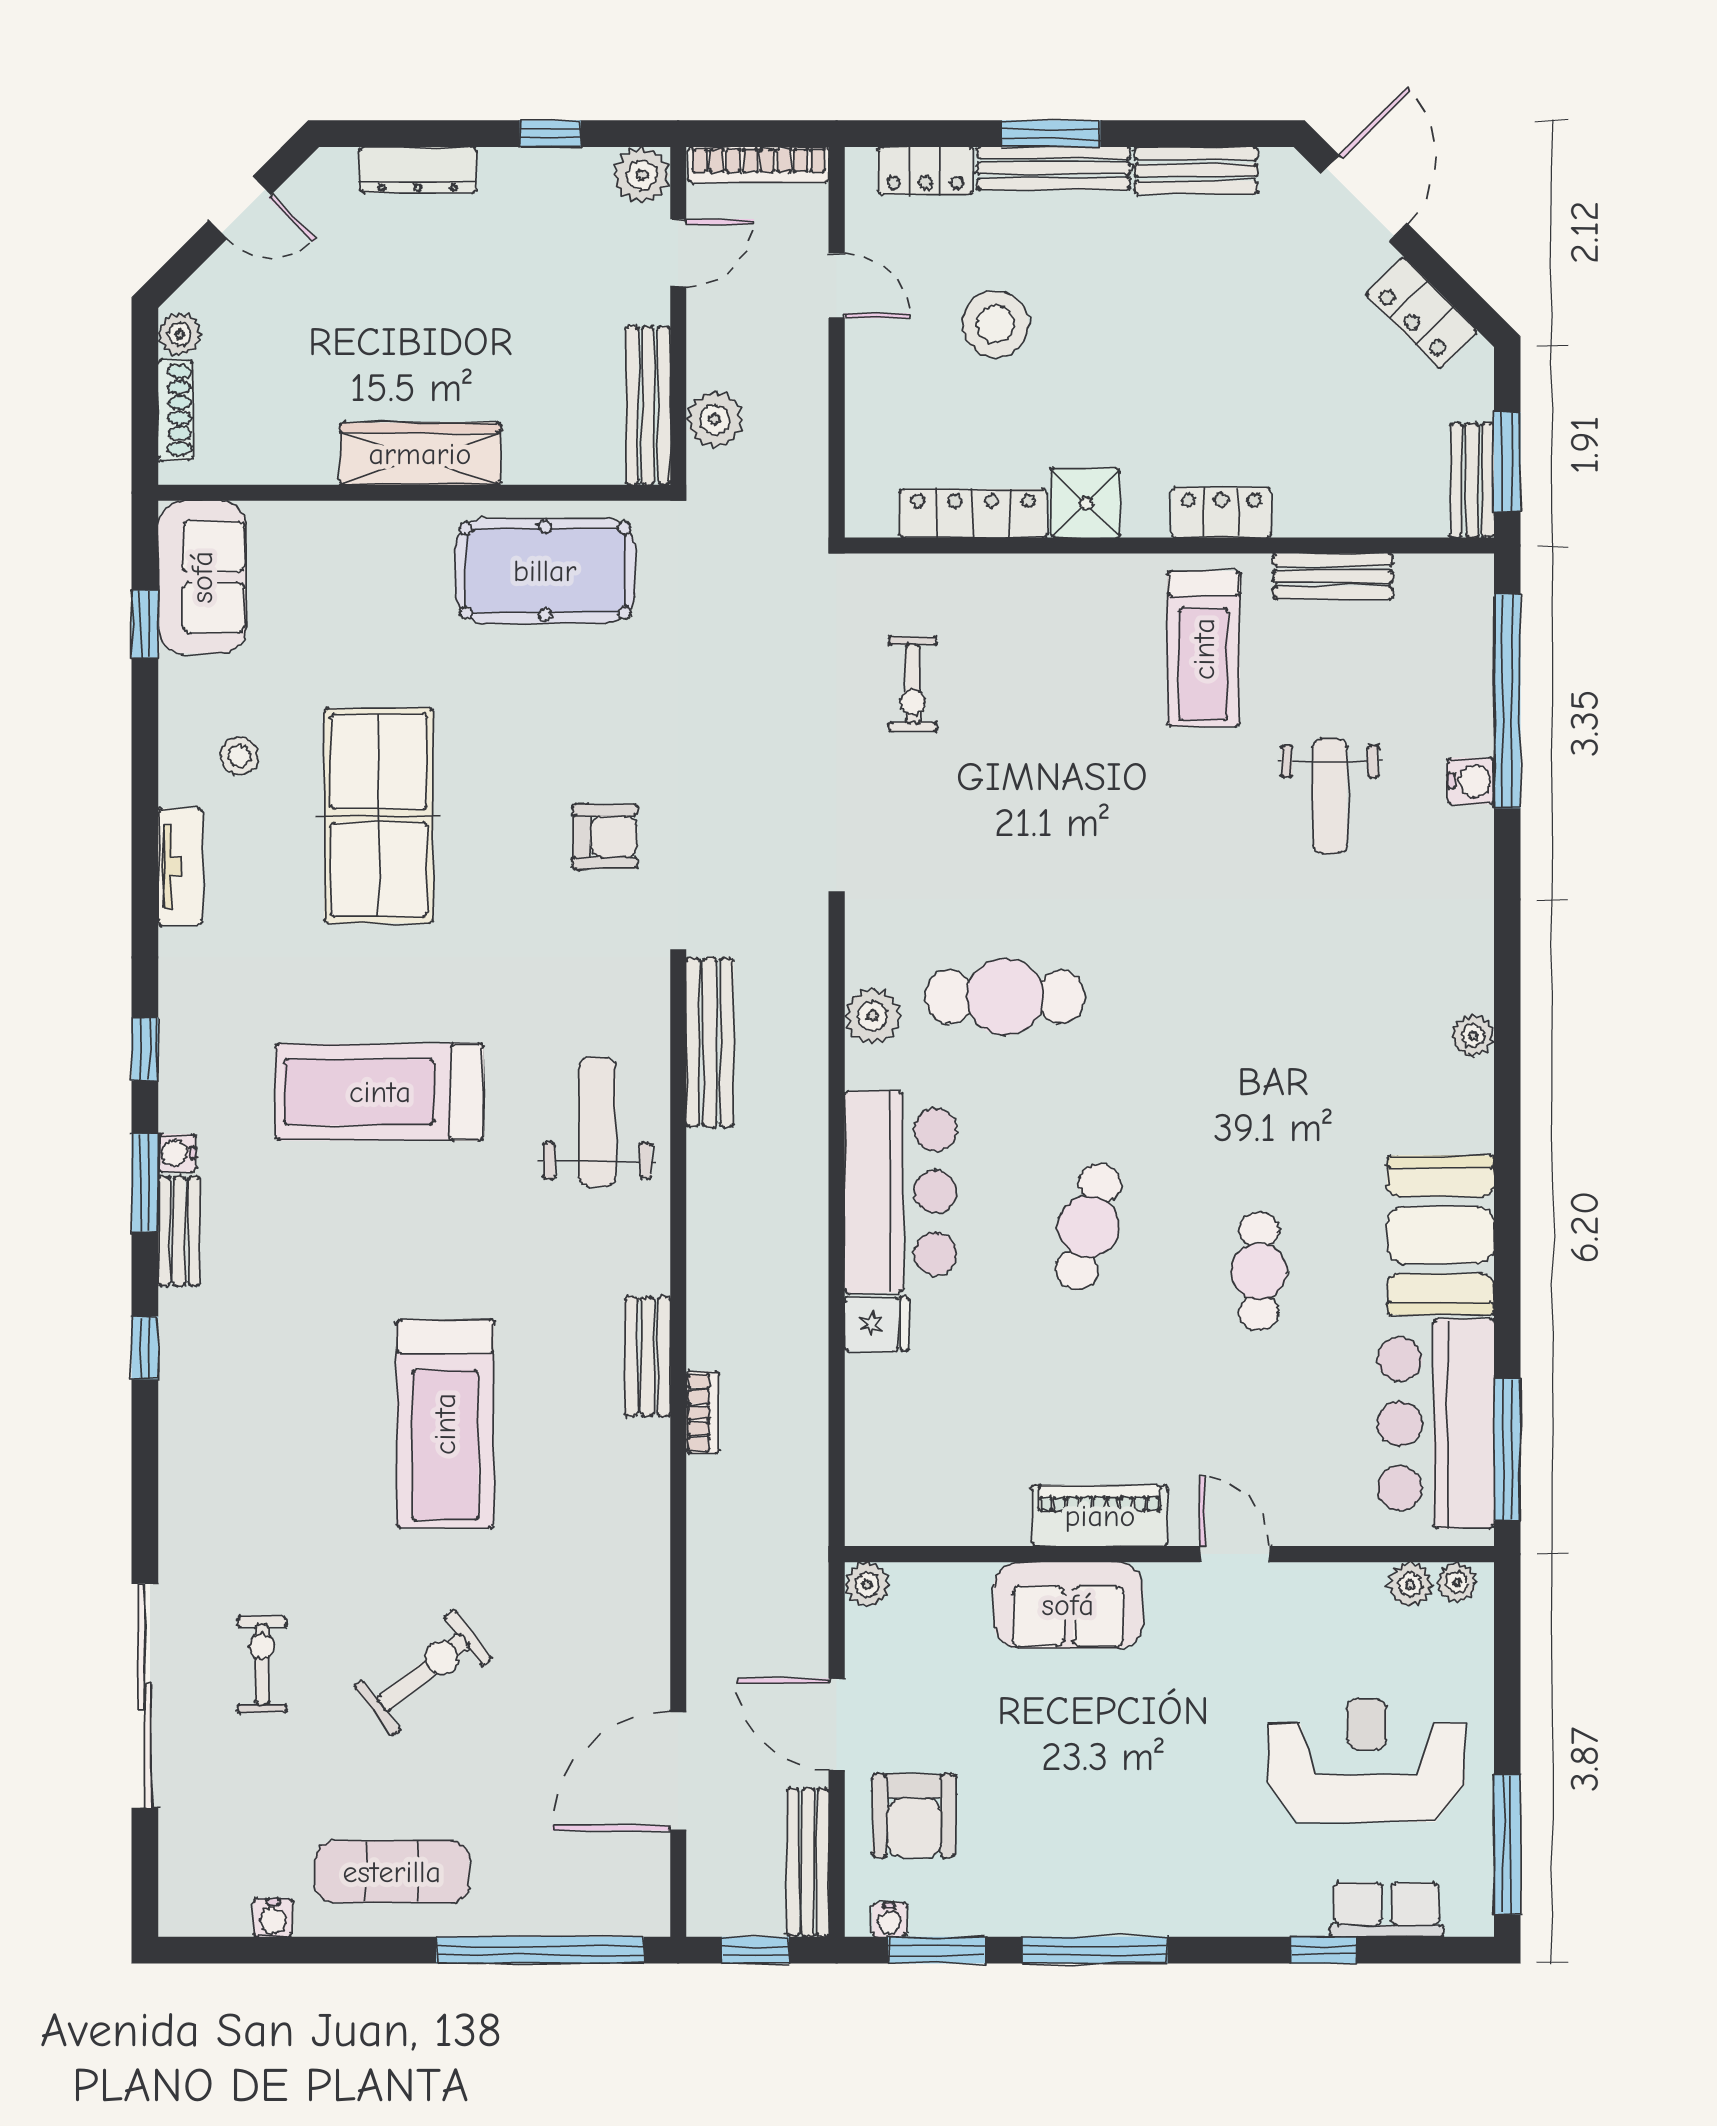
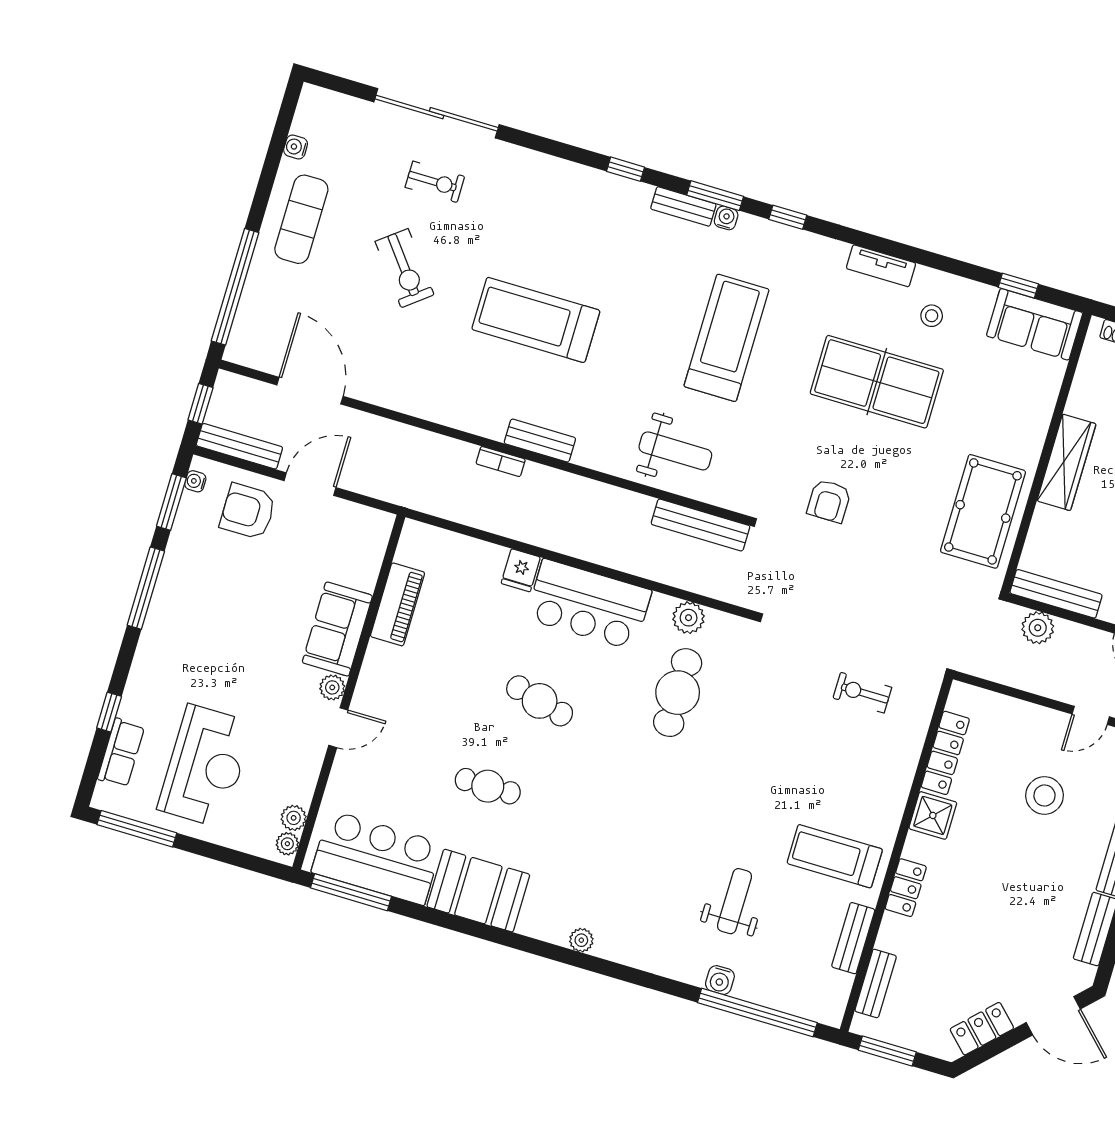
bench: (1472, 480) -> (876, 983), moved, turned 90
weight bench: (1330, 796) -> (734, 901), turned 90
piano: (1100, 1516) -> (398, 604), moved
plant: (867, 1585) -> (332, 687), moved

